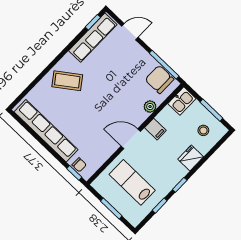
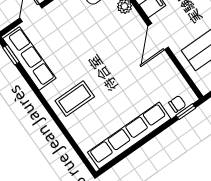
coffee table: (67, 81) -> (75, 99), turned 36

